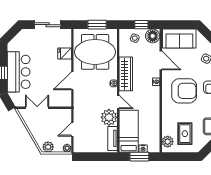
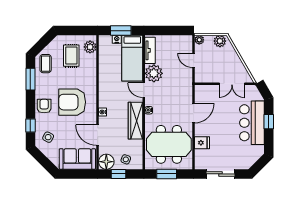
door: (72, 129) -> (194, 60), swing flipped

